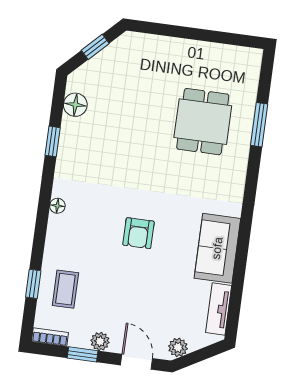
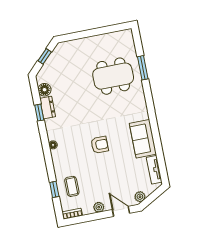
dining table: (203, 122) -> (113, 76), width x1.37
dresser: (70, 138) -> (48, 108), added
armchair: (138, 233) -> (100, 145), turned -90
window: (83, 354) -> (92, 217), removed

